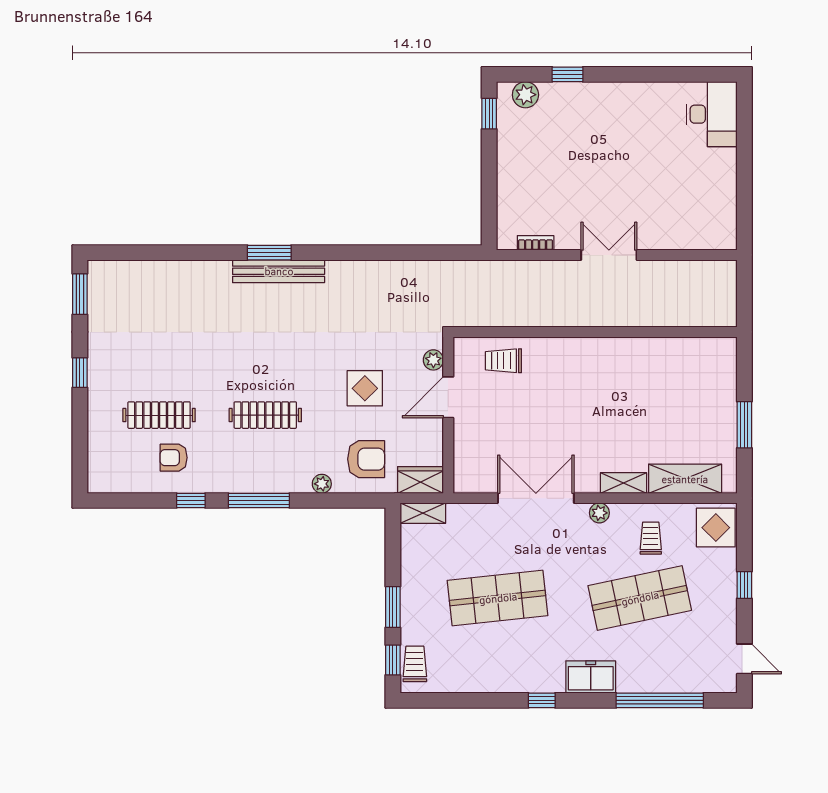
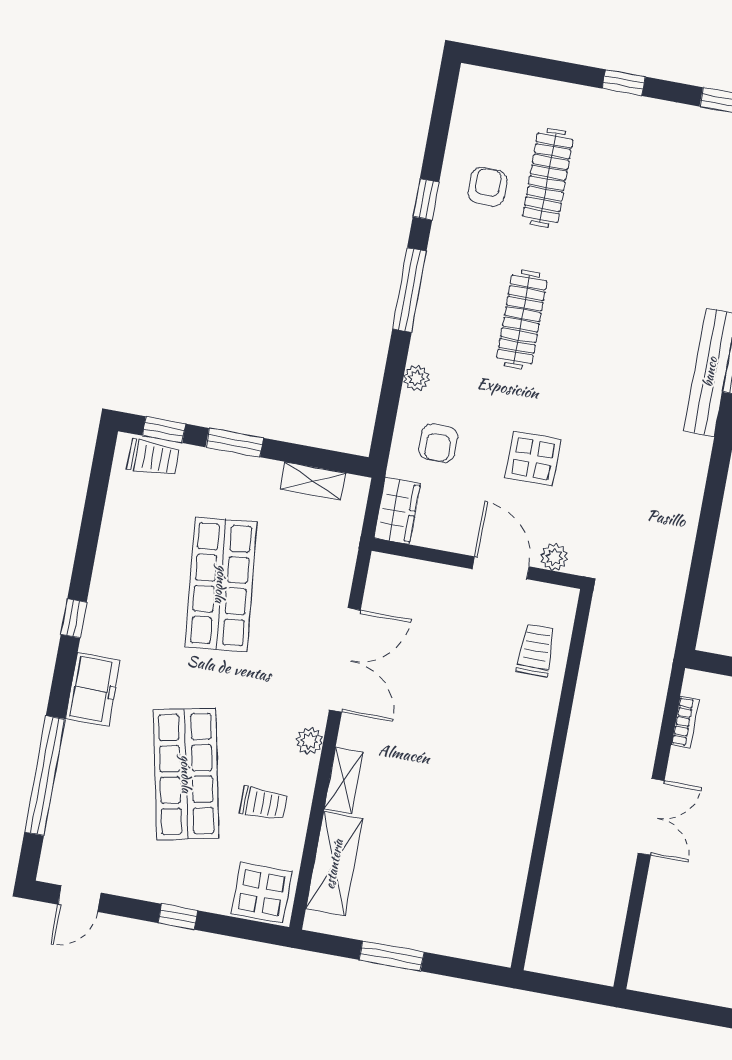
armchair: (366, 459) -> (438, 443), width x0.72, depth x0.72
shelving: (423, 513) -> (313, 481), moved, turned 90

